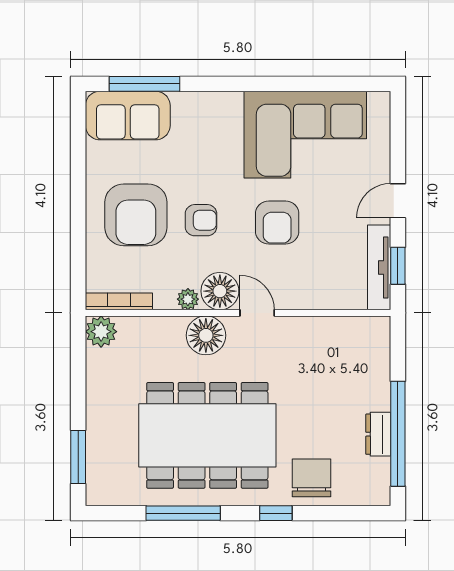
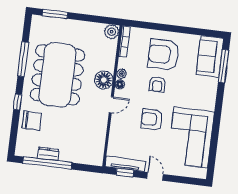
floor lamp: (220, 291) -> (120, 84), width x0.53, depth x0.53

